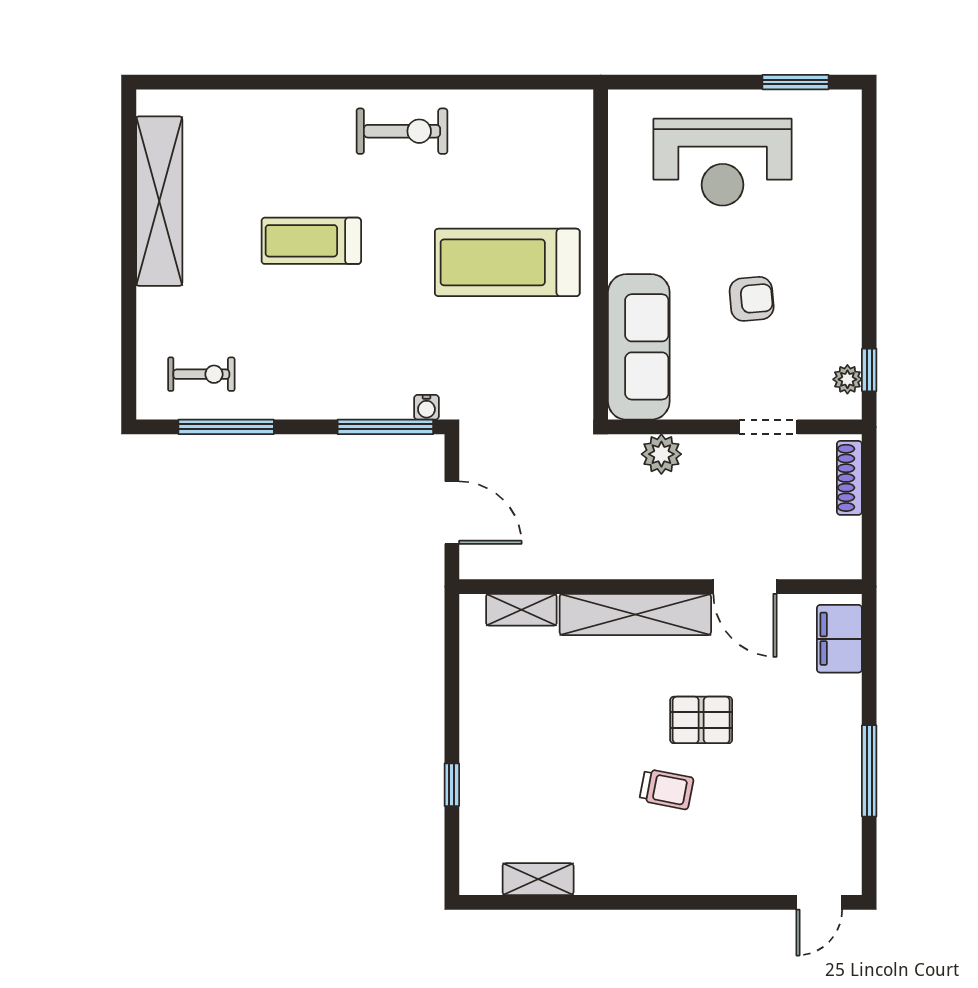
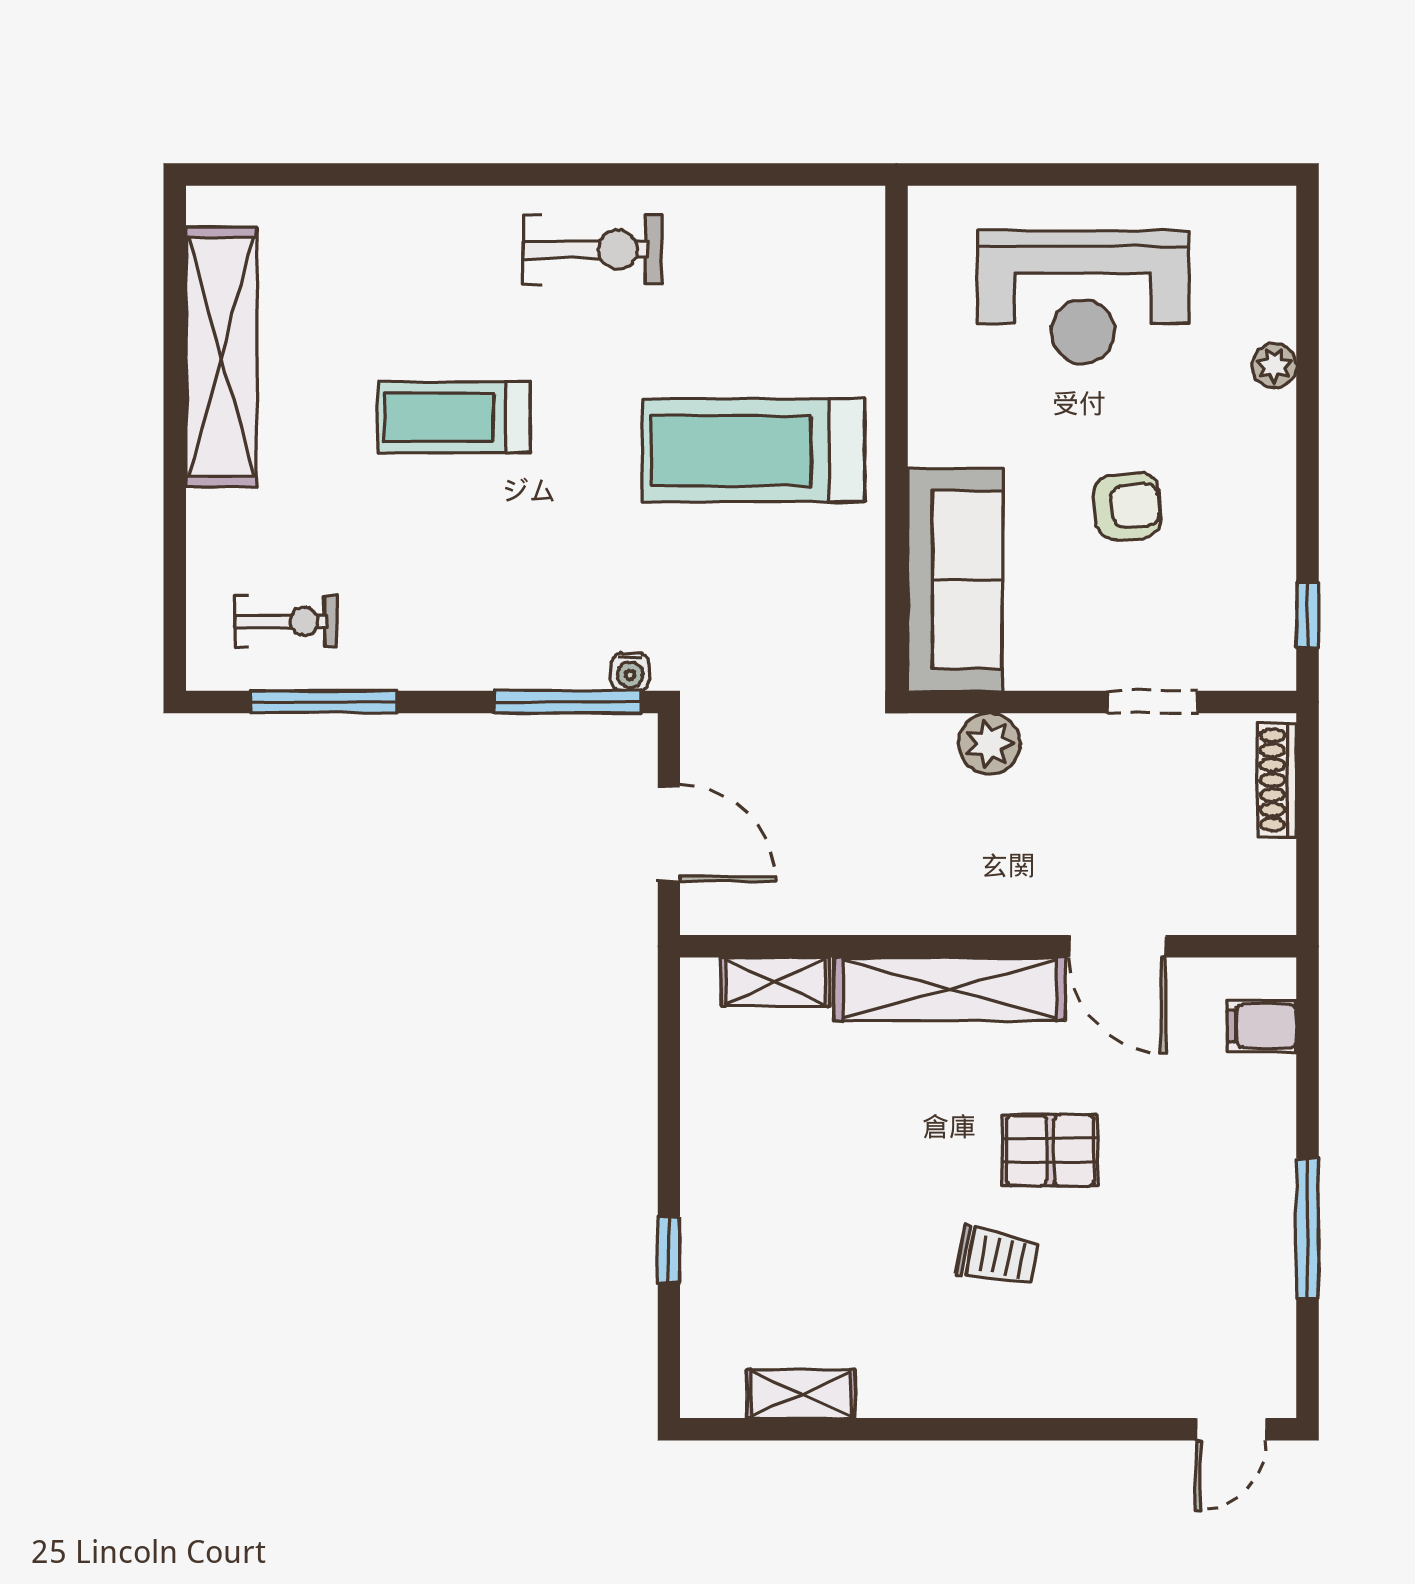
window: (796, 82) -> (1195, 174), removed
plant: (847, 379) -> (1274, 366), moved
filing cabinet: (839, 639) -> (1262, 1026), width x0.50

